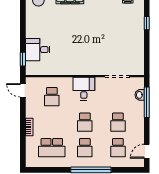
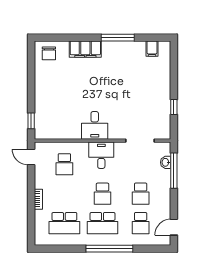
window: (147, 23) -> (174, 107), moved
desk: (38, 50) -> (95, 125), moved, turned -90
school desk: (85, 148) -> (102, 223), width x1.85

